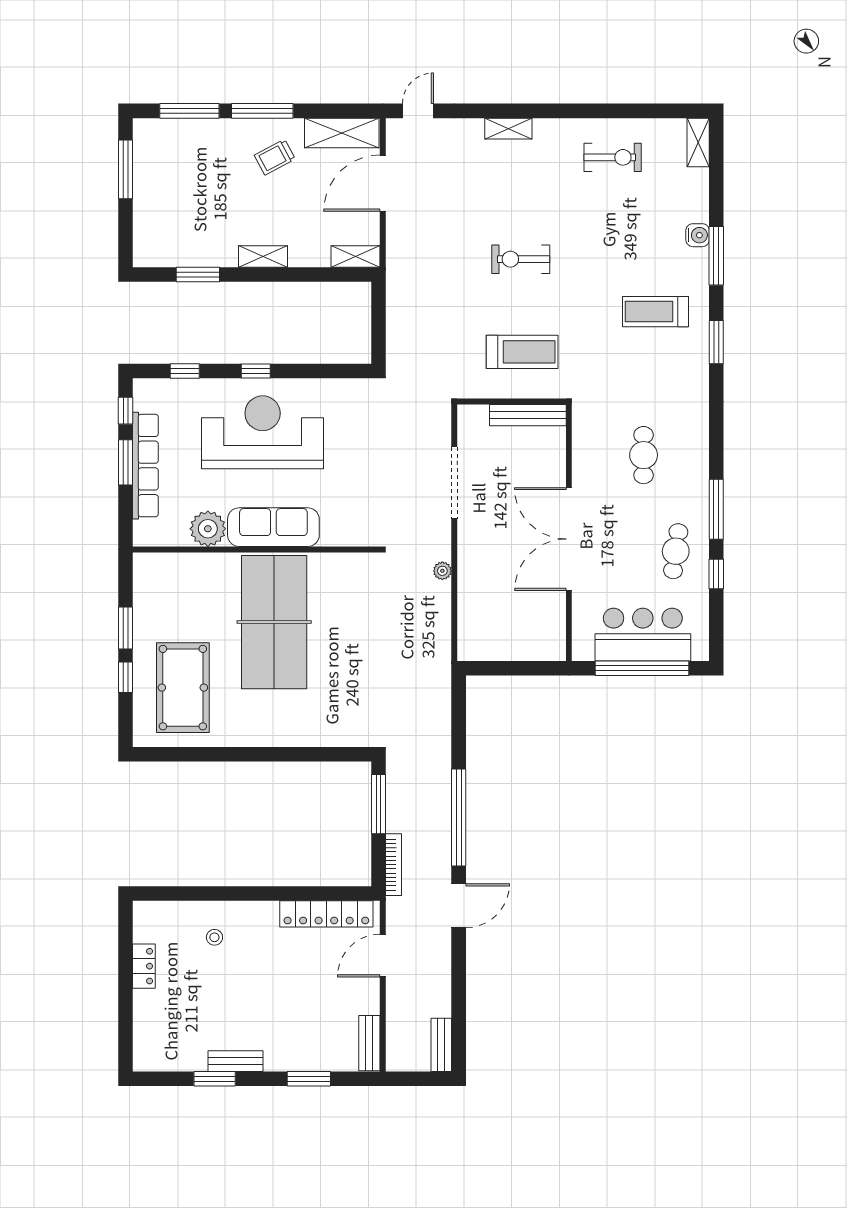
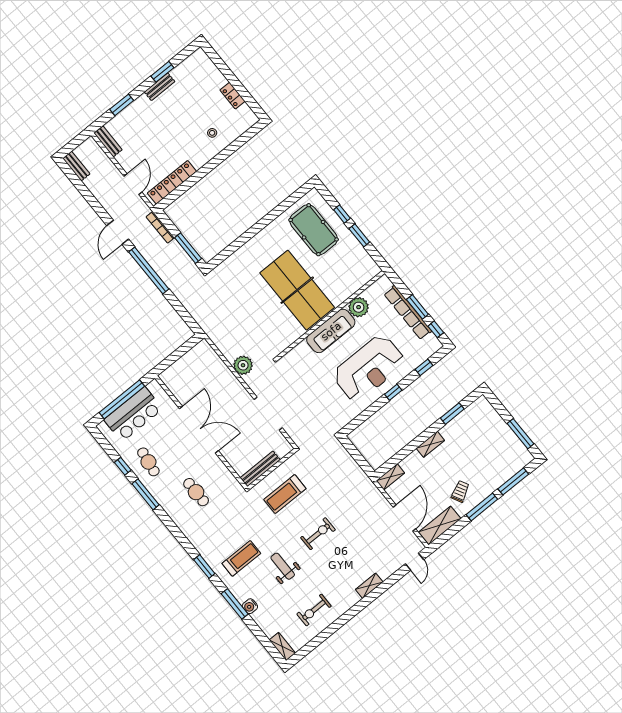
weight bench: (607, 254) -> (283, 566), added
plant: (442, 571) -> (243, 365), width x1.87, depth x1.87

